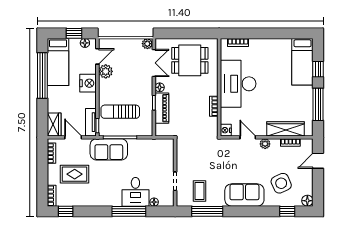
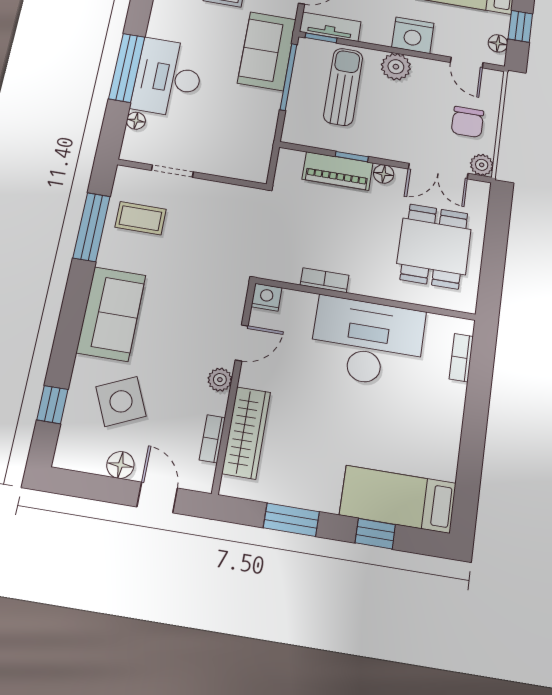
chair: (127, 53) -> (468, 122), added
plant: (106, 71) -> (396, 67), moved
window: (318, 104) -> (291, 520), width x0.69
desk: (135, 192) -> (168, 78), width x1.37
floor lamp: (307, 201) -> (120, 465), moved

